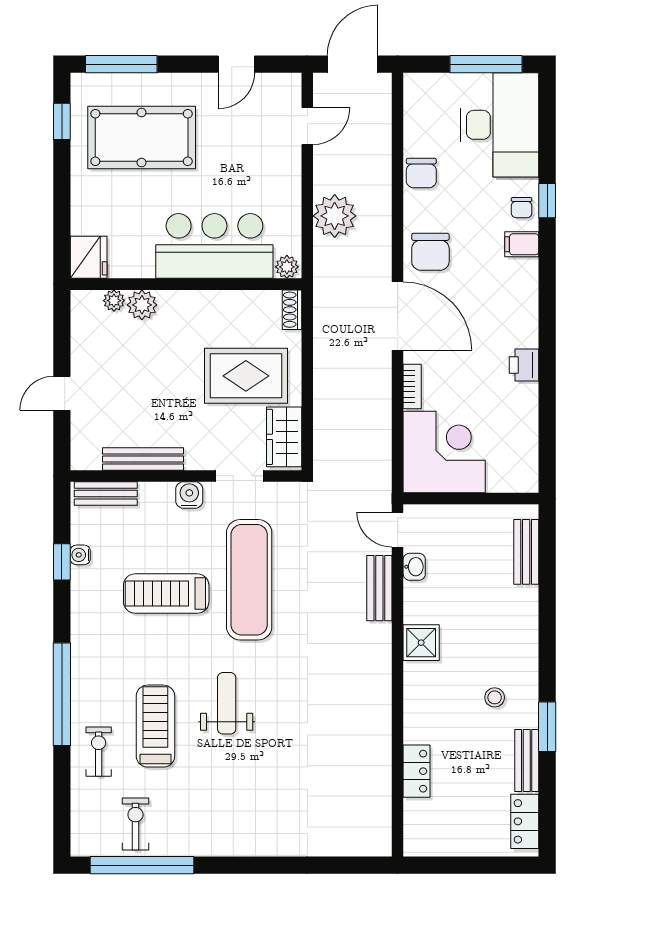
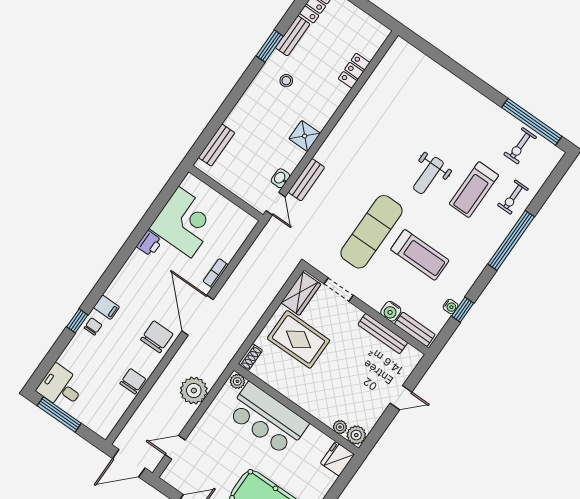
desk: (499, 125) -> (61, 387), width x0.53, depth x0.77
plant: (142, 305) -> (356, 435), moved
corner desk: (444, 452) -> (185, 222), moved, turned 180
water cooler: (189, 495) -> (391, 311), moved

